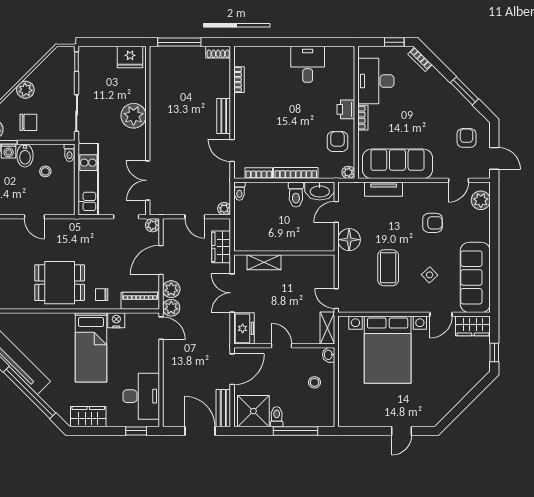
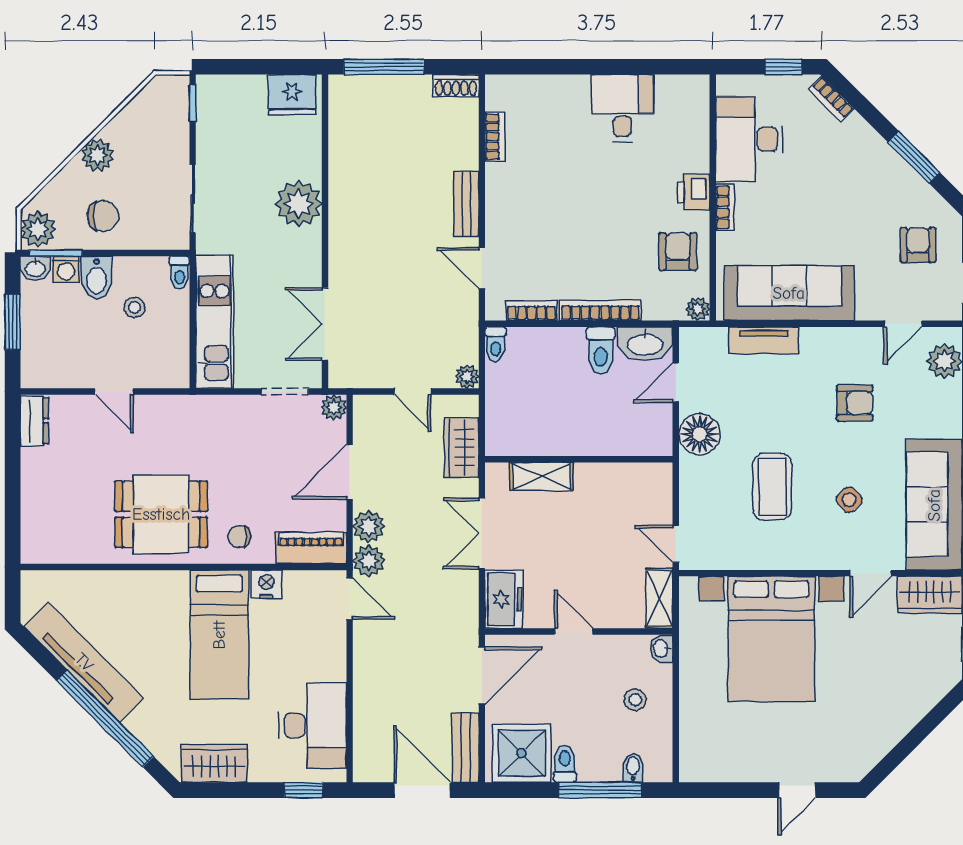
bidet: (313, 419) -> (633, 768), added

